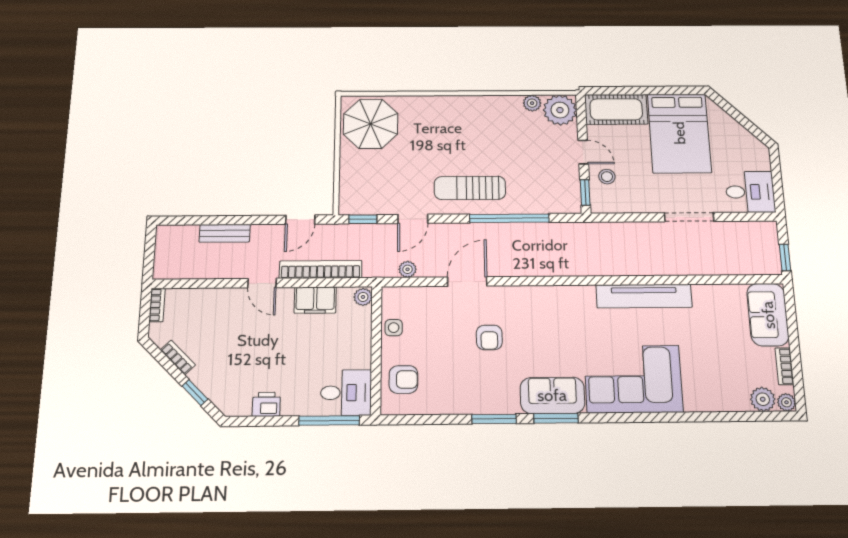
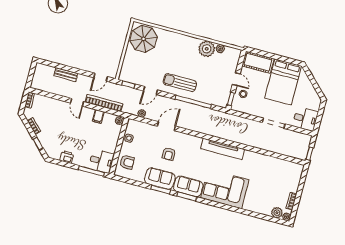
plant: (560, 110) -> (207, 49), moved
tv unit: (644, 296) -> (223, 149), moved
filing cabinet: (315, 300) -> (98, 116), width x0.50
sofa: (768, 315) -> (160, 178), moved, turned 90

